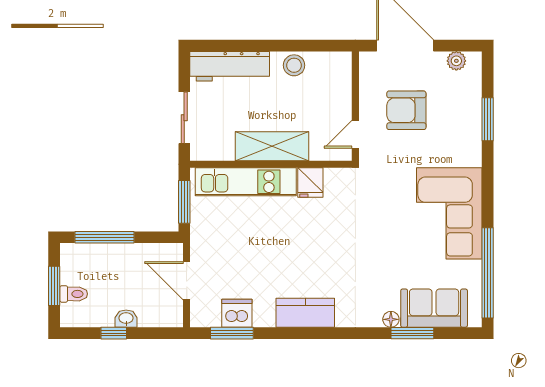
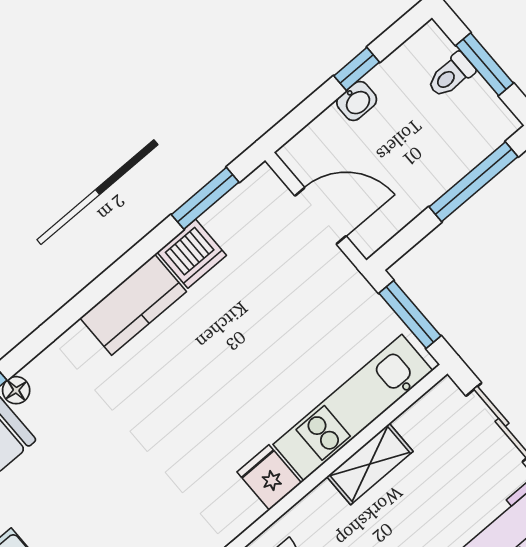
shelving: (272, 146) -> (370, 464), width x0.67, depth x0.75
dishwasher: (237, 313) -> (192, 254), moved

